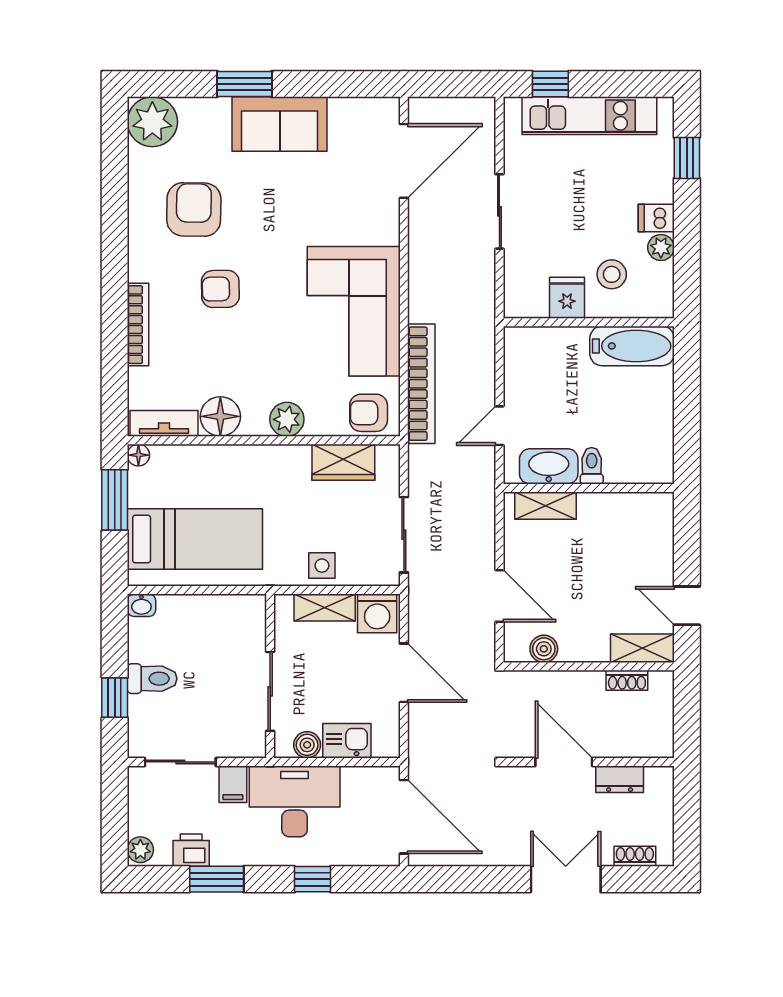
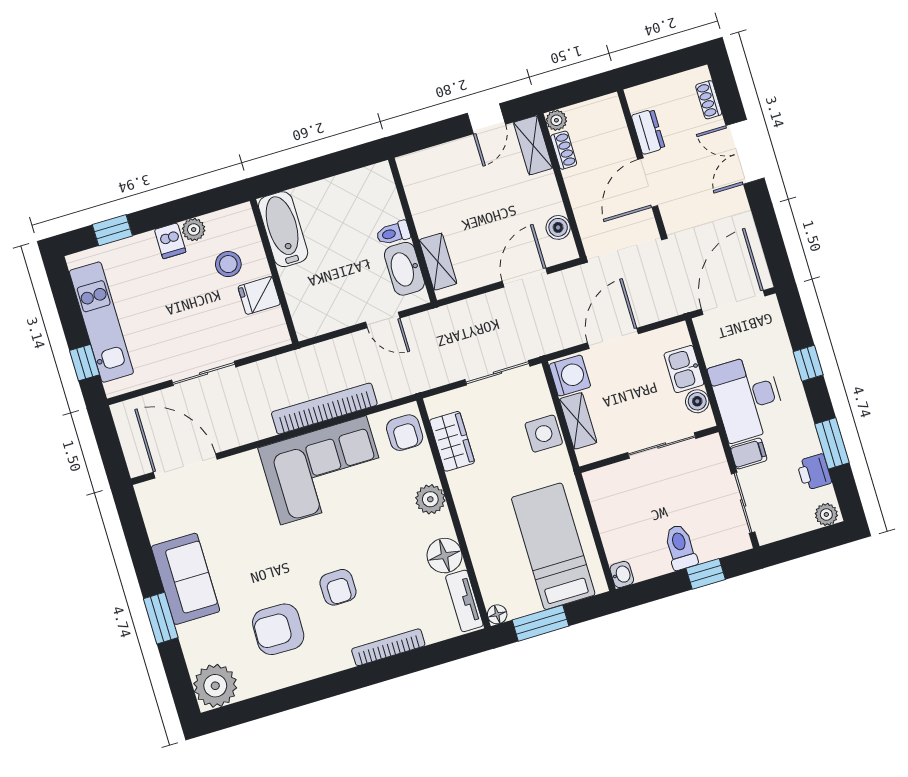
bookcase: (421, 384) -> (324, 409), moved
side table: (322, 566) -> (544, 434), width x1.37, depth x1.37
plant: (662, 682) -> (556, 120), added

